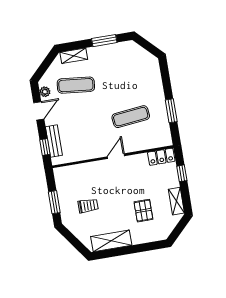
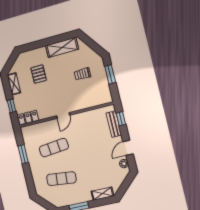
exercise mat: (76, 85) -> (61, 179), moved

